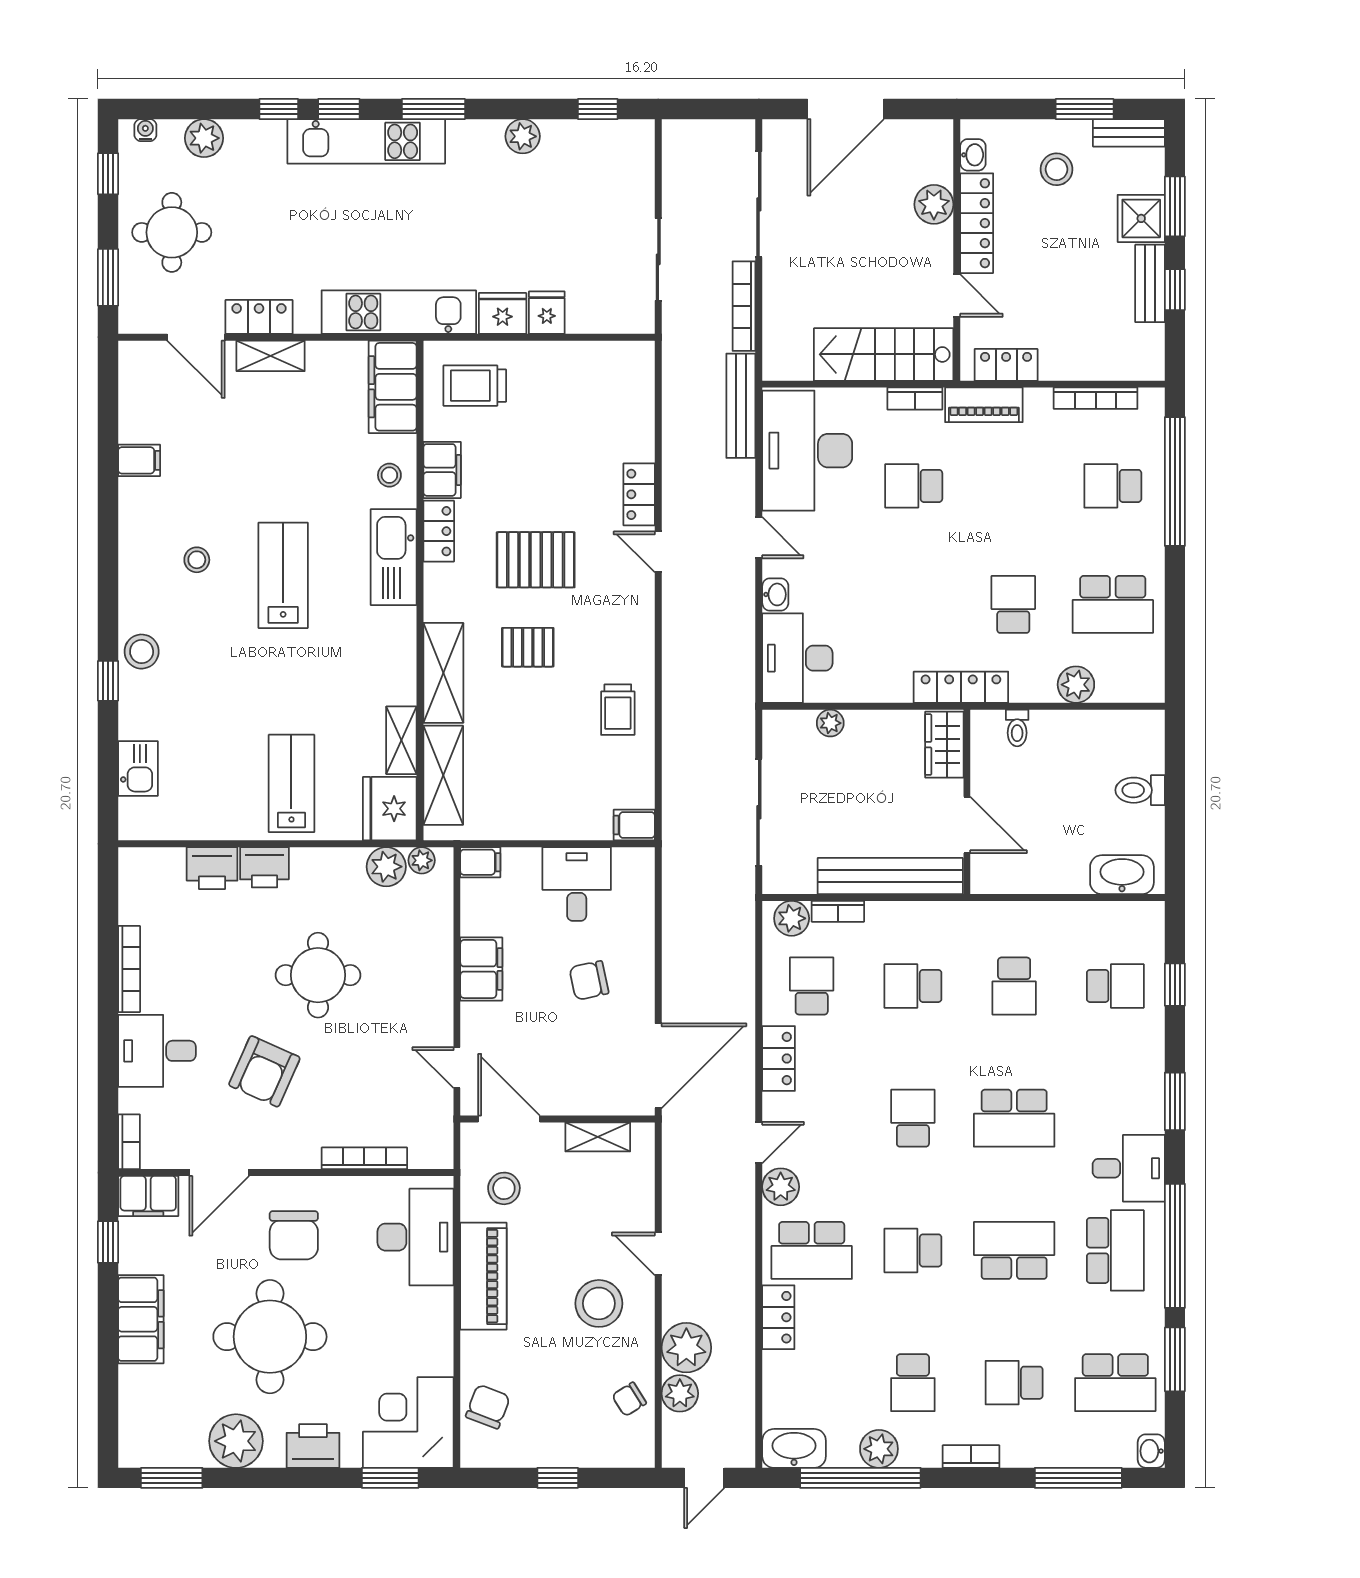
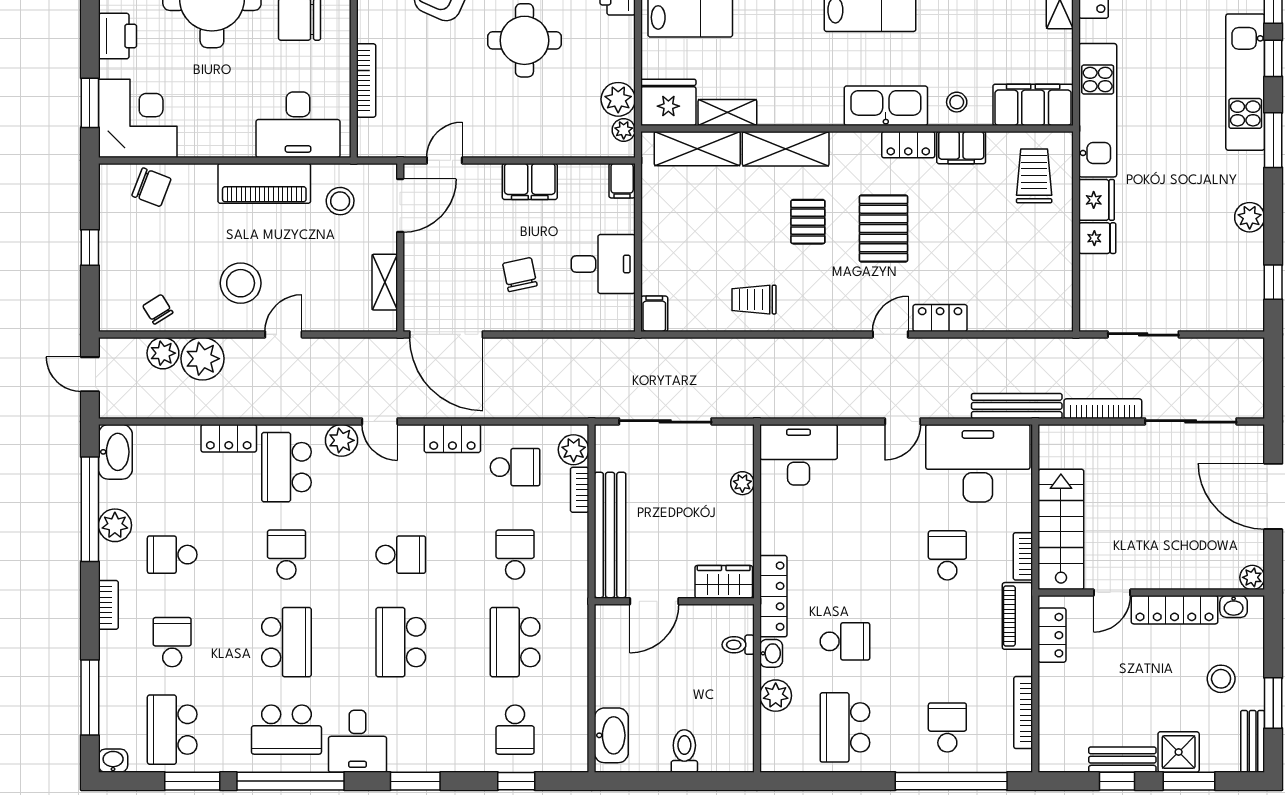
plant: (934, 204) -> (1252, 577), moved, width x0.73, depth x0.73
washbasin: (775, 594) -> (771, 653), moved, turned -90
school desk: (1014, 986) -> (515, 642), width x1.85

